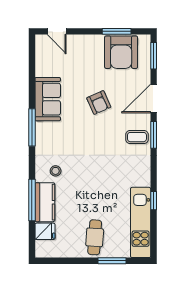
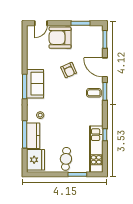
door: (57, 31) -> (41, 23), hinge flipped
armchair: (121, 52) -> (60, 38), moved, turned 90
sofa: (48, 99) -> (35, 84), moved
door: (154, 99) -> (105, 67), hinge flipped
fridge: (45, 231) -> (35, 160), width x1.88, depth x1.34

